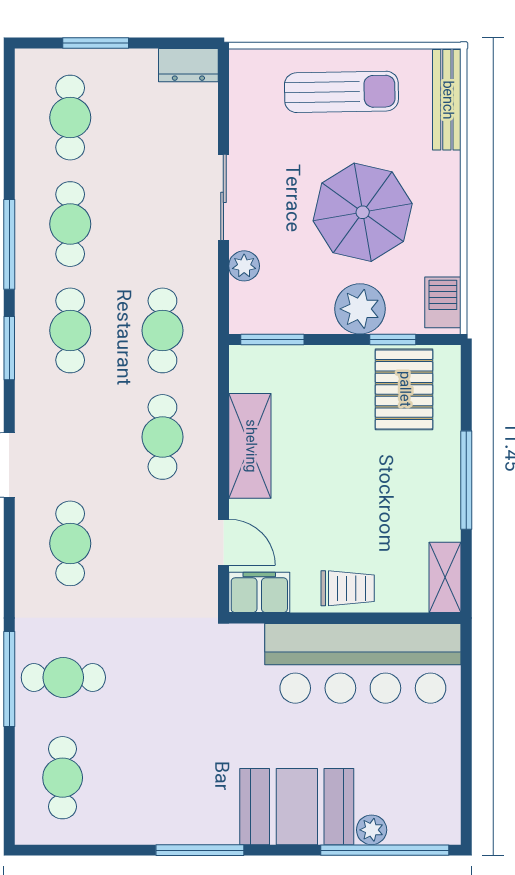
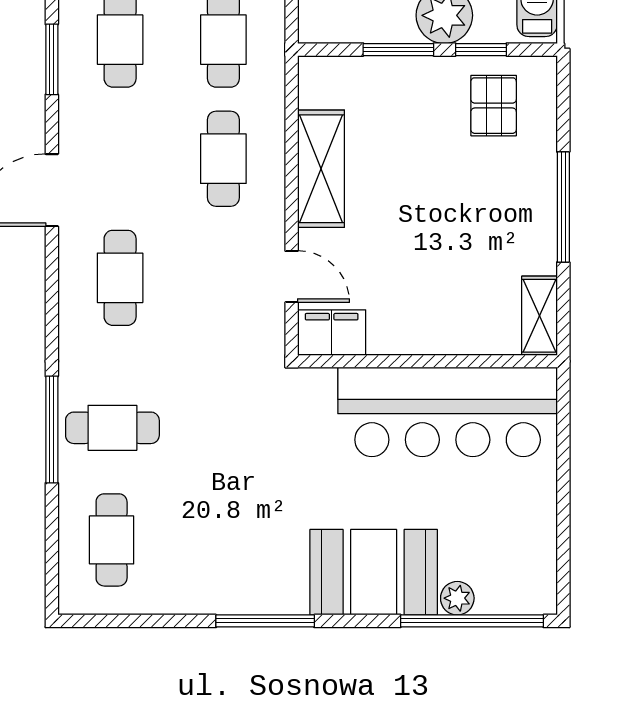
window: (272, 339) -> (398, 50), moved
pallet: (404, 389) -> (494, 106), width x0.67, depth x0.71
trolley: (348, 588) -> (431, 328), removed

